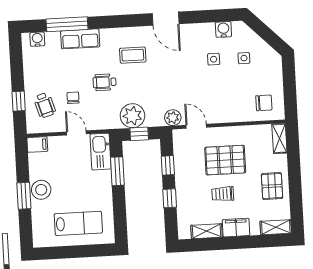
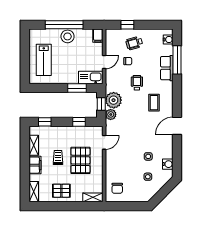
wheelchair: (45, 105) -> (134, 43), moved
plant: (173, 118) -> (111, 114), moved
window: (24, 196) -> (64, 25), width x2.11
window: (170, 198) -> (45, 122), moved

